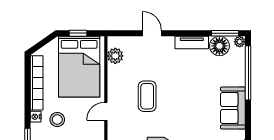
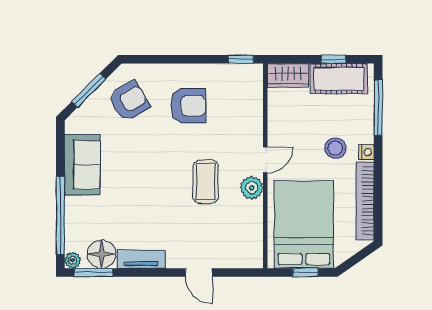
plant: (115, 56) -> (252, 188), moved

